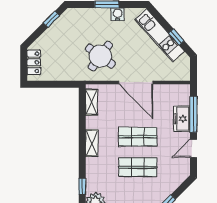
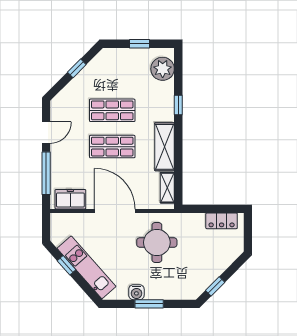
round table: (100, 56) -> (157, 242), turned -36
locker: (34, 62) -> (222, 221), moved, turned -90
freezer: (182, 119) -> (70, 199), moved, turned -90
shelving: (92, 143) -> (165, 147), width x1.50, depth x1.33
window: (82, 187) -> (178, 105), moved

